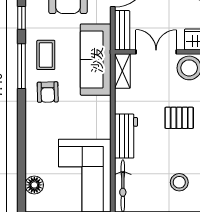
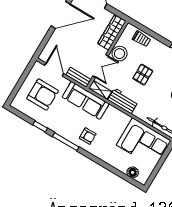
double door: (156, 52) -> (101, 66), swing flipped
coffee table: (46, 55) -> (67, 125), removed
workbench: (126, 136) -> (123, 101), moved

